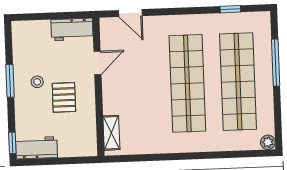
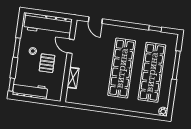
workbench: (72, 29) -> (48, 24), width x1.88, depth x1.32
door: (97, 63) -> (71, 46), swing flipped
shelving: (111, 133) -> (73, 78), moved
workbench: (37, 148) -> (30, 91), width x1.38

